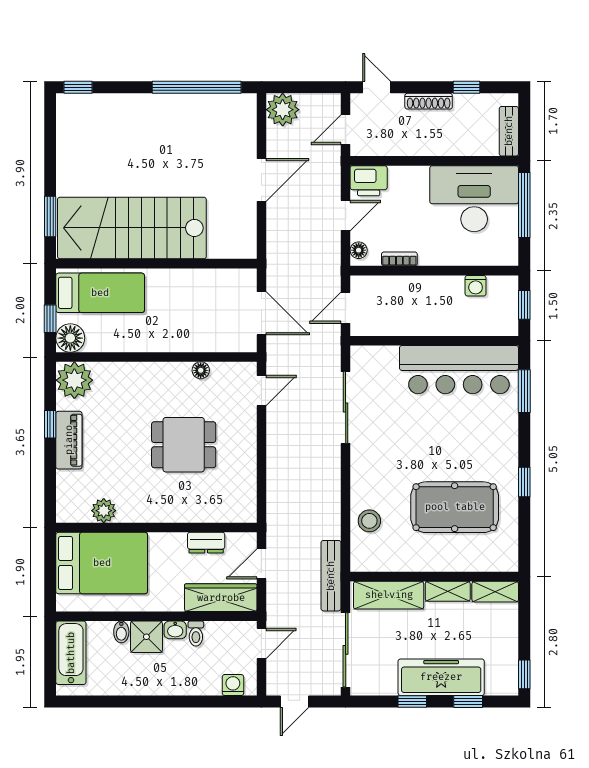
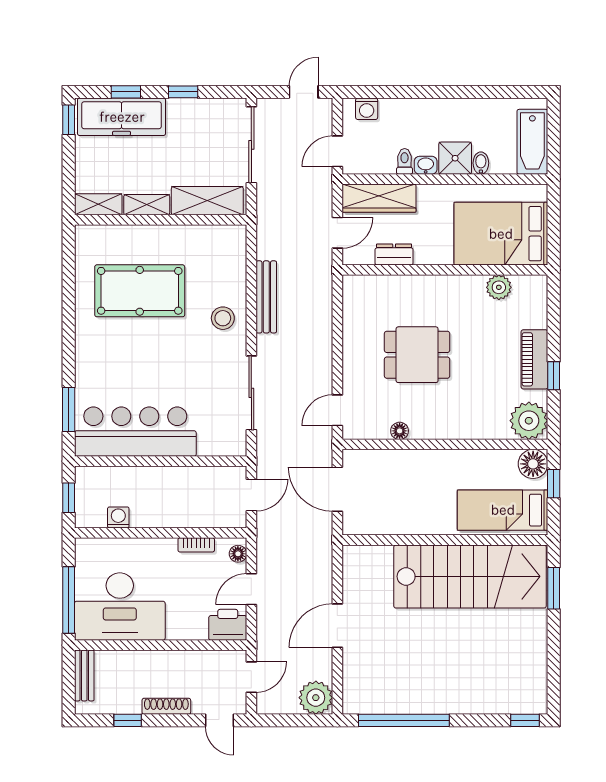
window: (524, 482) -> (69, 317), removed
stool: (369, 521) -> (223, 318), moved
bench: (331, 576) -> (266, 297), moved
freezer: (441, 677) -> (122, 117), moved

